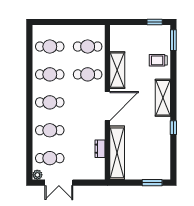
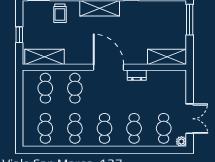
window: (155, 22) -> (19, 35), moved
shelving: (117, 70) -> (45, 57), moved
dresser: (100, 149) -> (137, 75), moved
shelving: (117, 153) -> (167, 57), width x0.68
window: (152, 183) -> (190, 20), width x1.44

